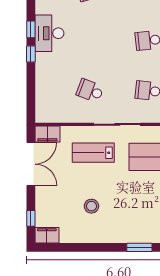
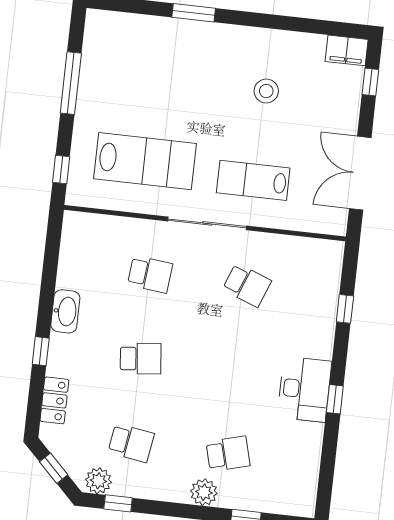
window: (31, 54) -> (345, 309), moved
filing cabinet: (47, 134) -> (327, 220), removed
lab bench: (93, 153) -> (253, 180), turned 180

